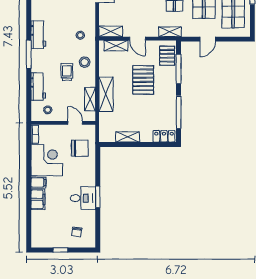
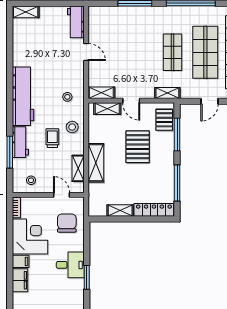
workbench: (38, 35) -> (23, 96), width x1.88, depth x1.32
window: (29, 54) -> (10, 152), moved
workbench: (38, 87) -> (20, 142), moved
locker: (164, 136) -> (154, 210), width x1.53
chair: (80, 148) -> (67, 223), turned -90
desk: (83, 198) -> (70, 265), moved

